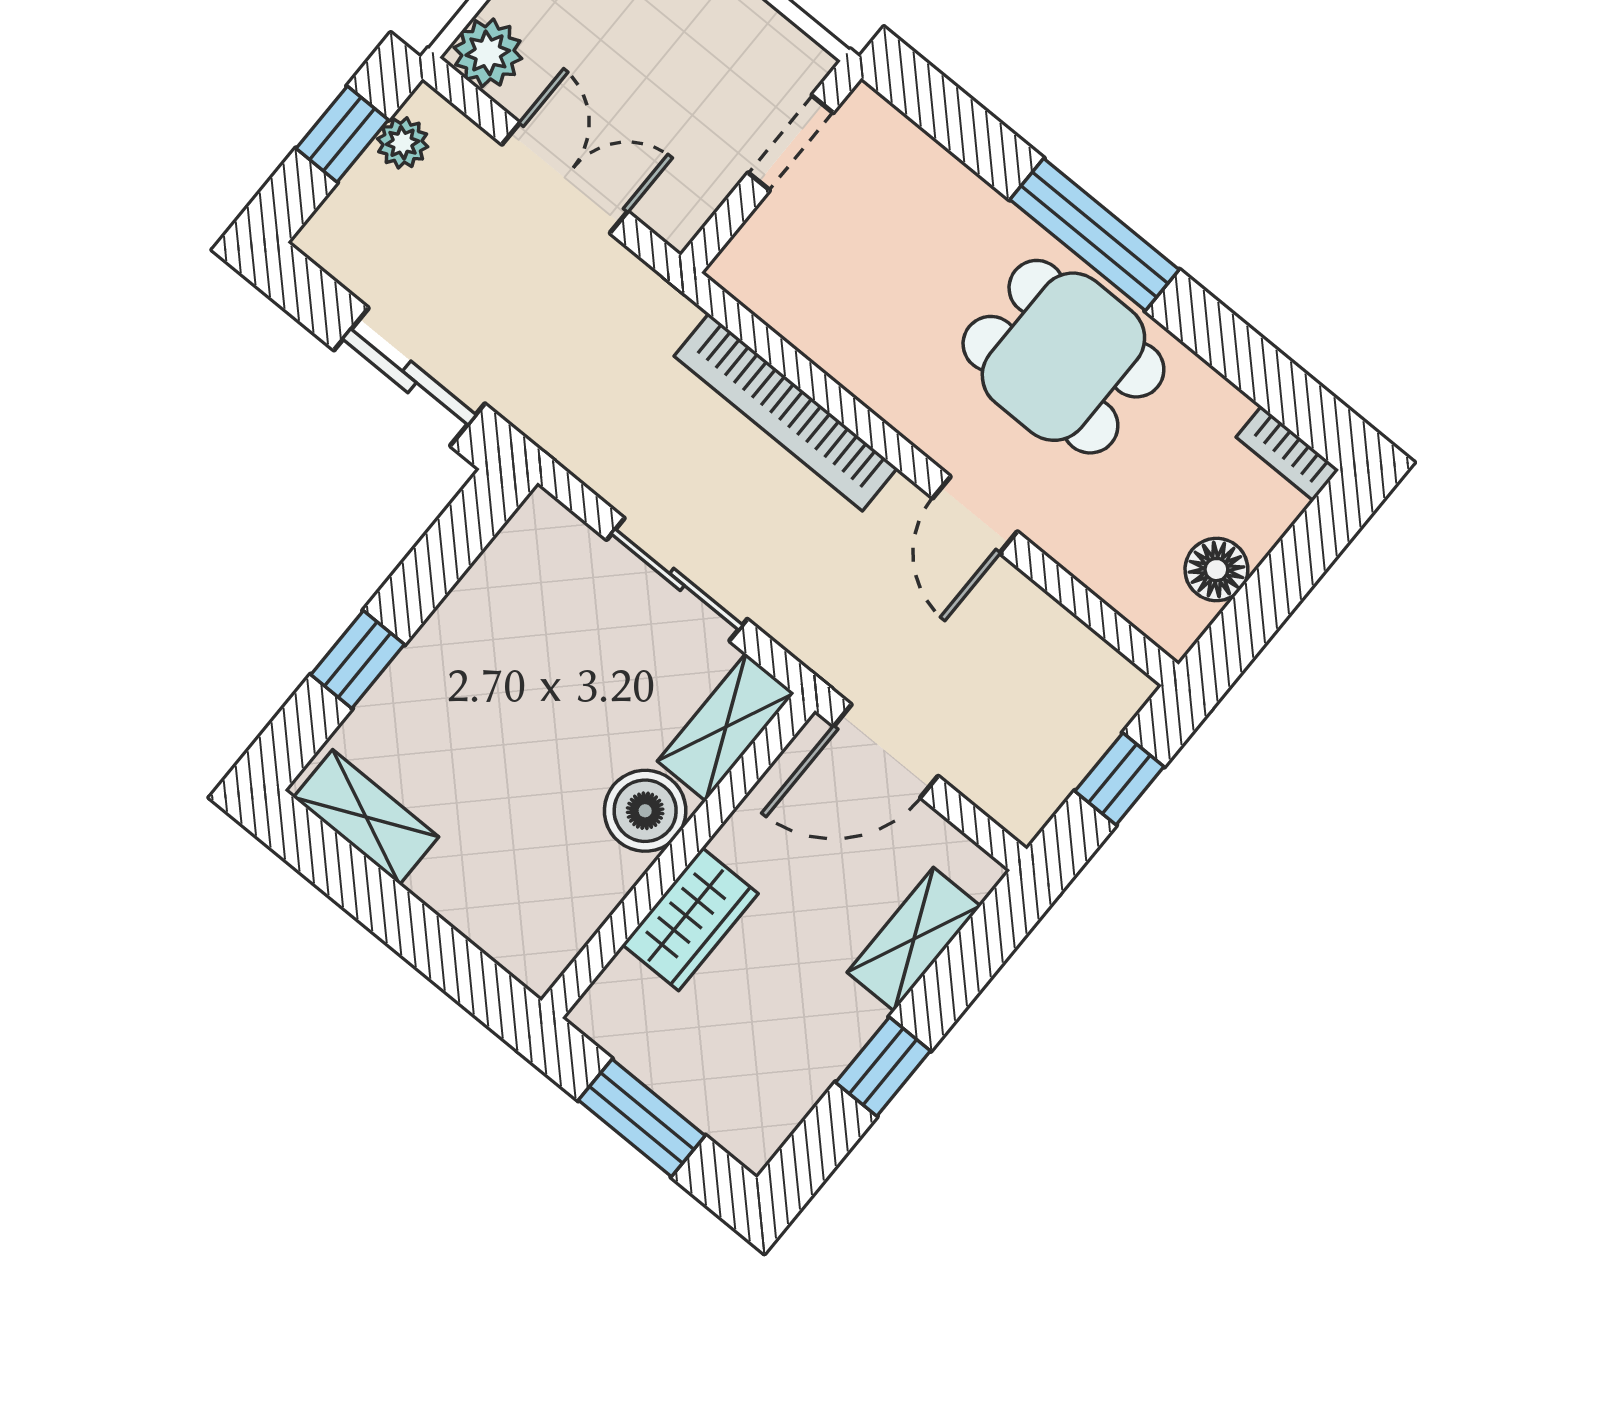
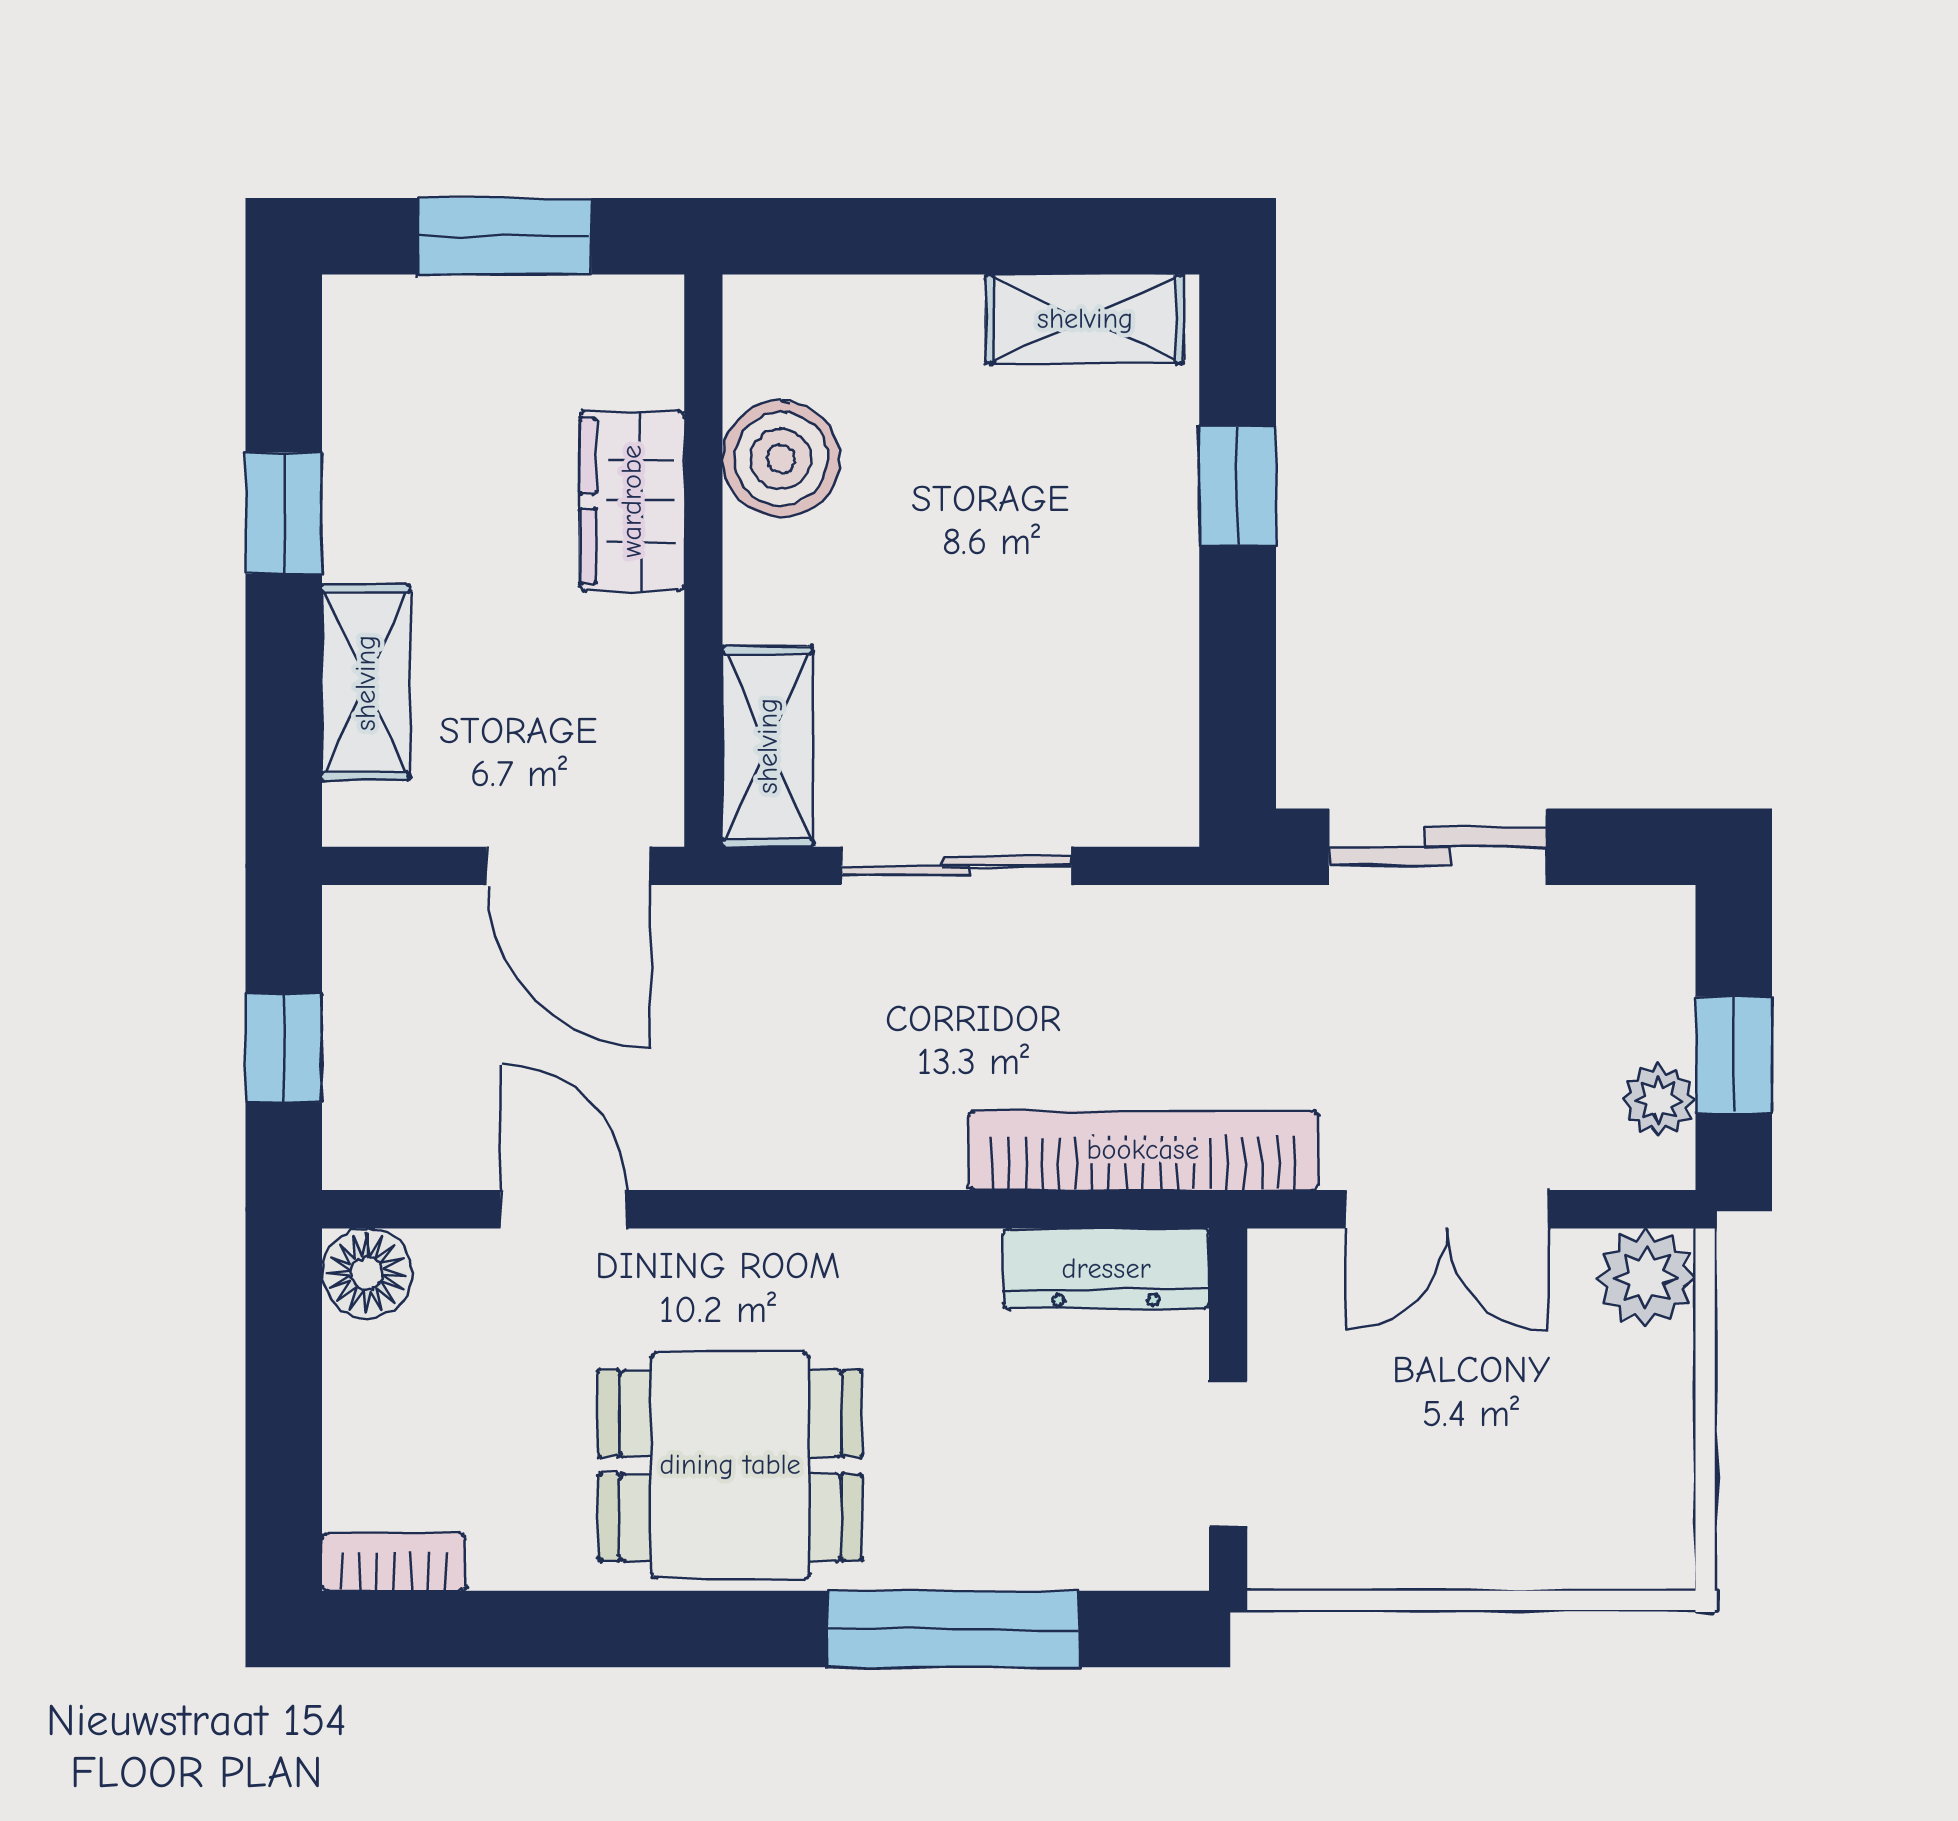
window: (1094, 235) -> (953, 1629), moved
dresser: (774, 297) -> (1106, 1269), added
bookcase: (786, 412) -> (1143, 1150), moved
door: (975, 515) -> (563, 1209), moved
floor lamp: (1216, 570) -> (367, 1273), moved
door: (886, 751) -> (568, 866), swing flipped
boiler: (645, 811) -> (781, 459), moved

